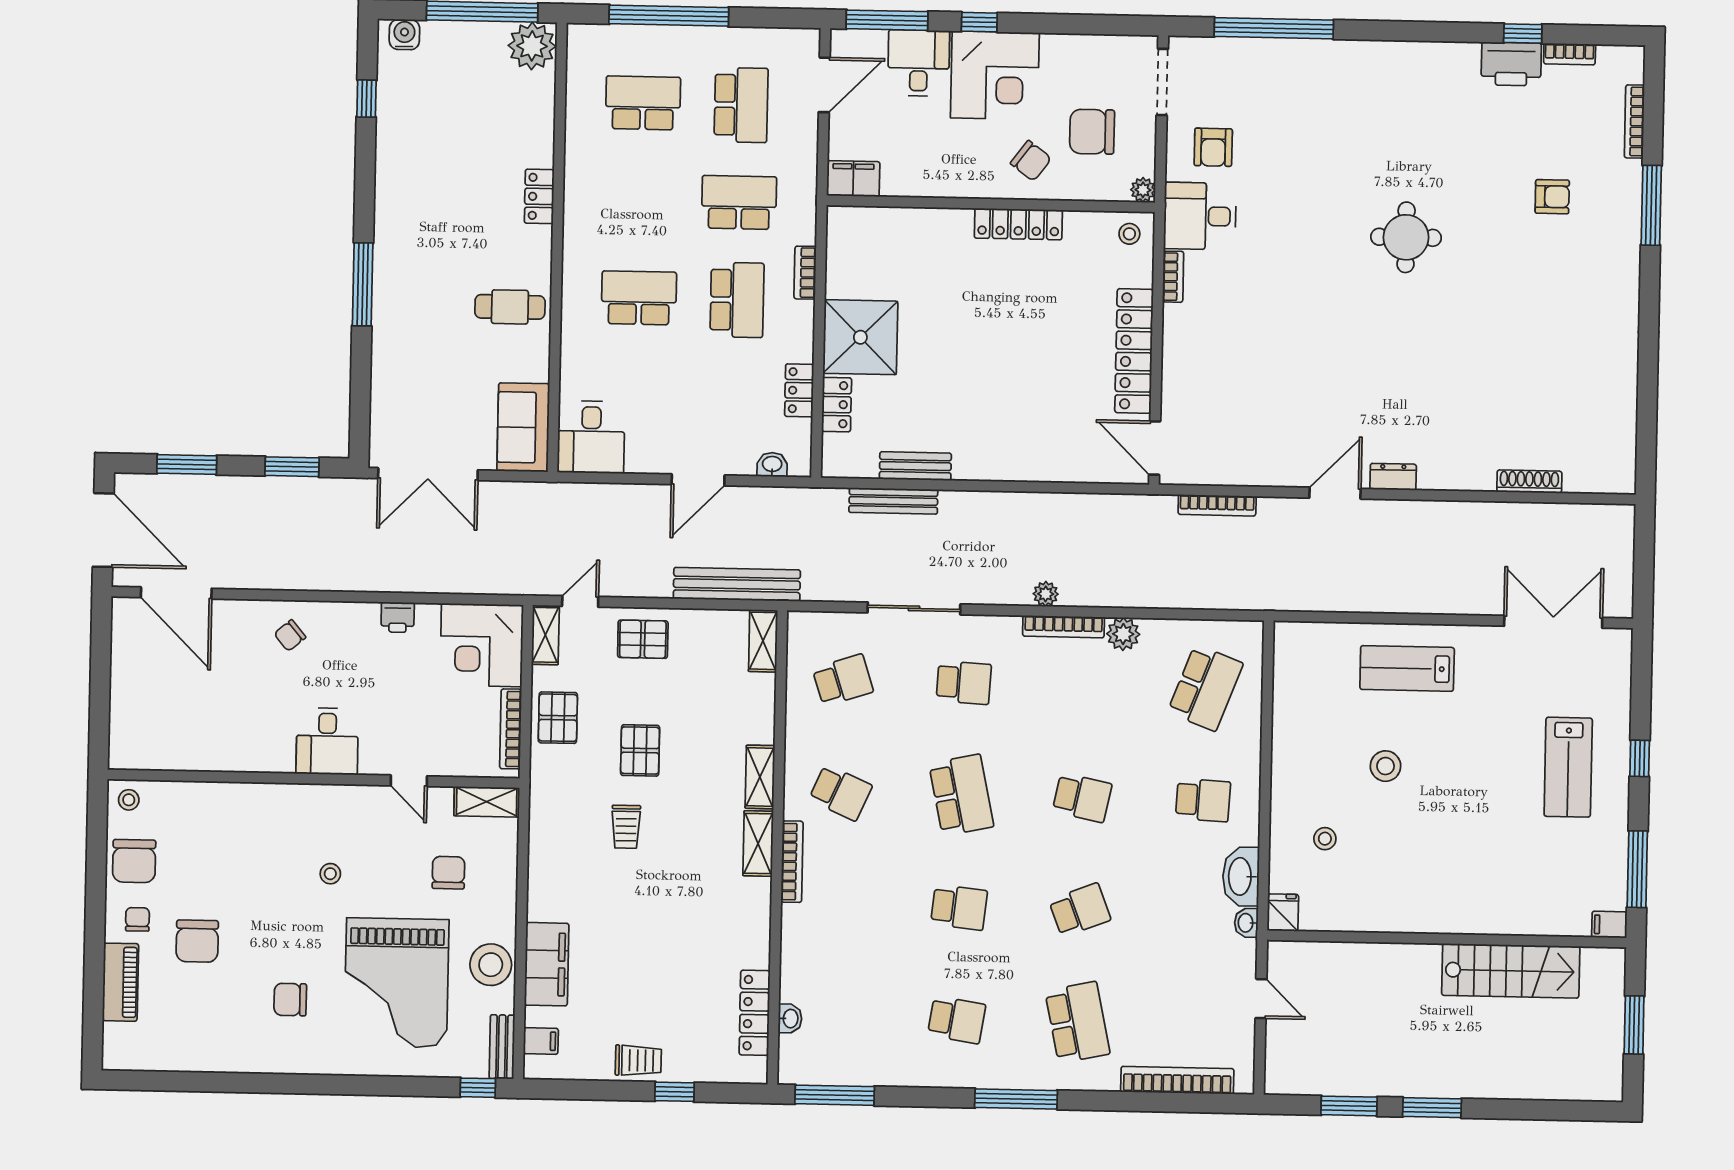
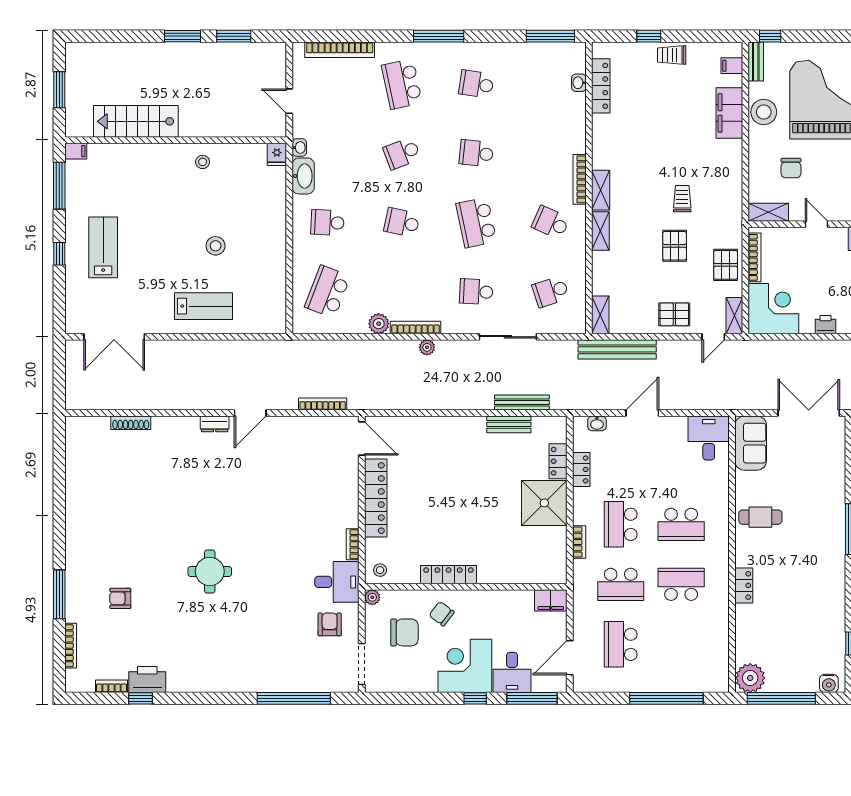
school desk: (643, 103) -> (681, 584), moved, turned 180
stool: (1325, 839) -> (203, 162), moved

